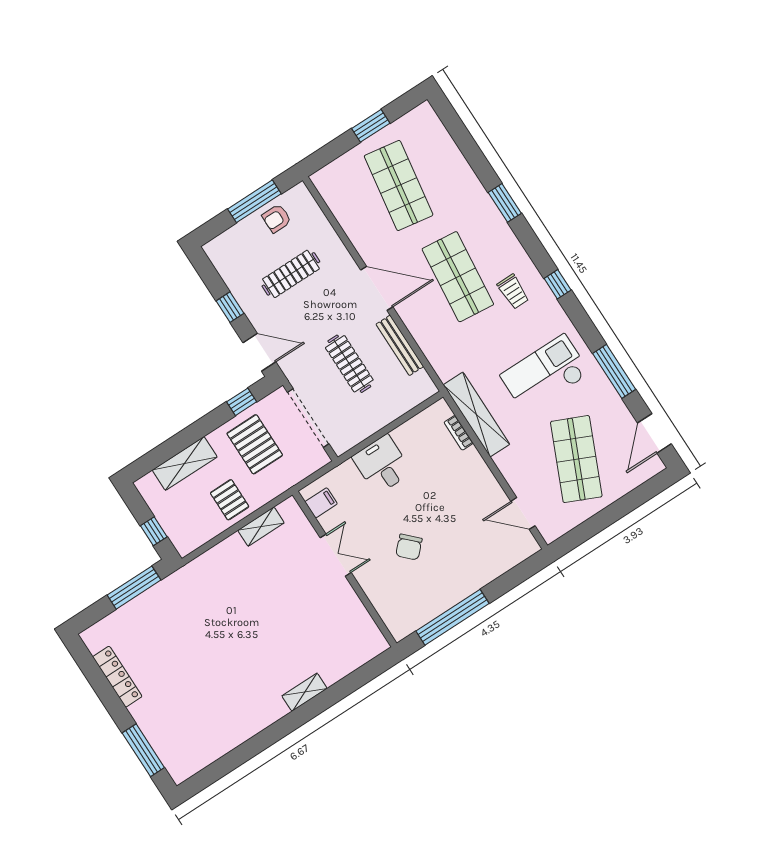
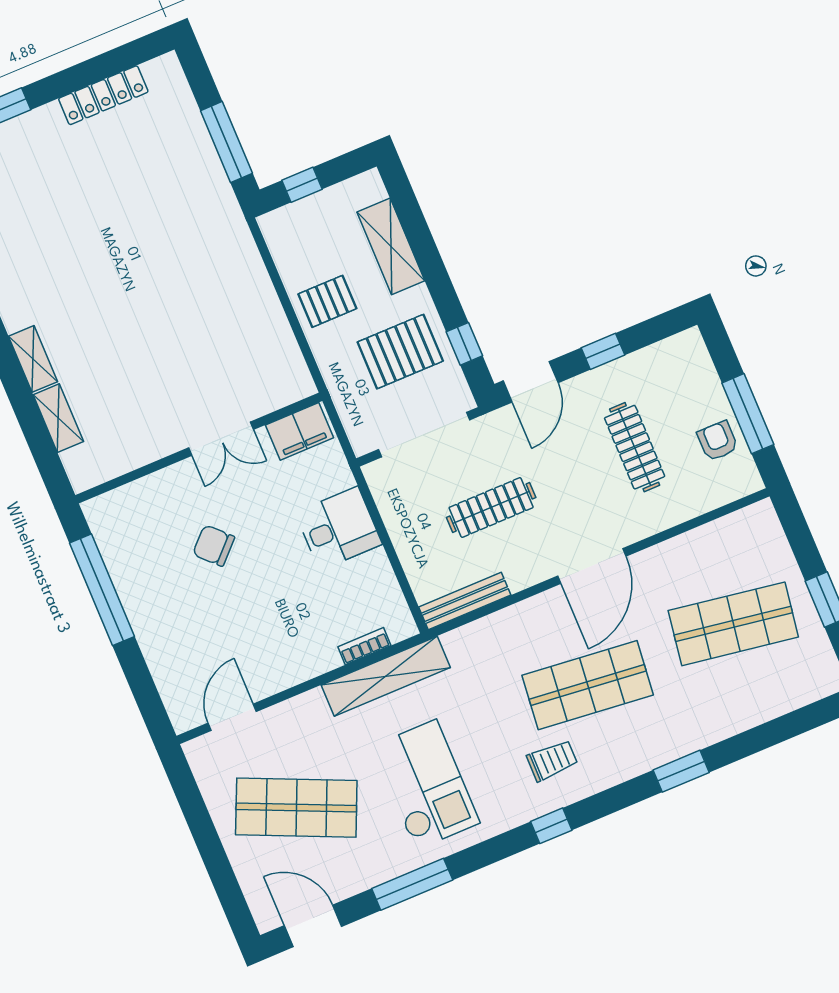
trolley: (513, 292) -> (552, 760), turned 180
bench: (400, 345) -> (465, 601), moved
filing cabinet: (321, 503) -> (300, 431), width x2.00
shelving: (261, 527) -> (58, 418), moved

